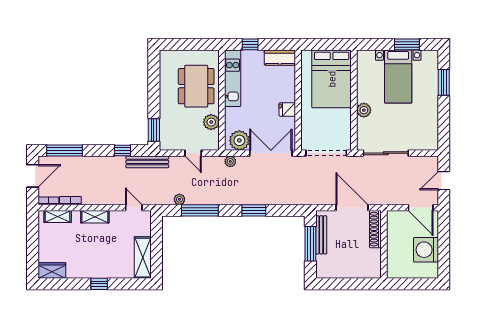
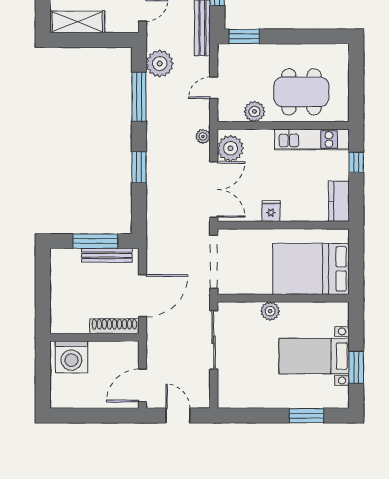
plant: (179, 199) -> (160, 64), width x1.88, depth x1.88
washing machine: (426, 250) -> (71, 357), moved, turned 180

